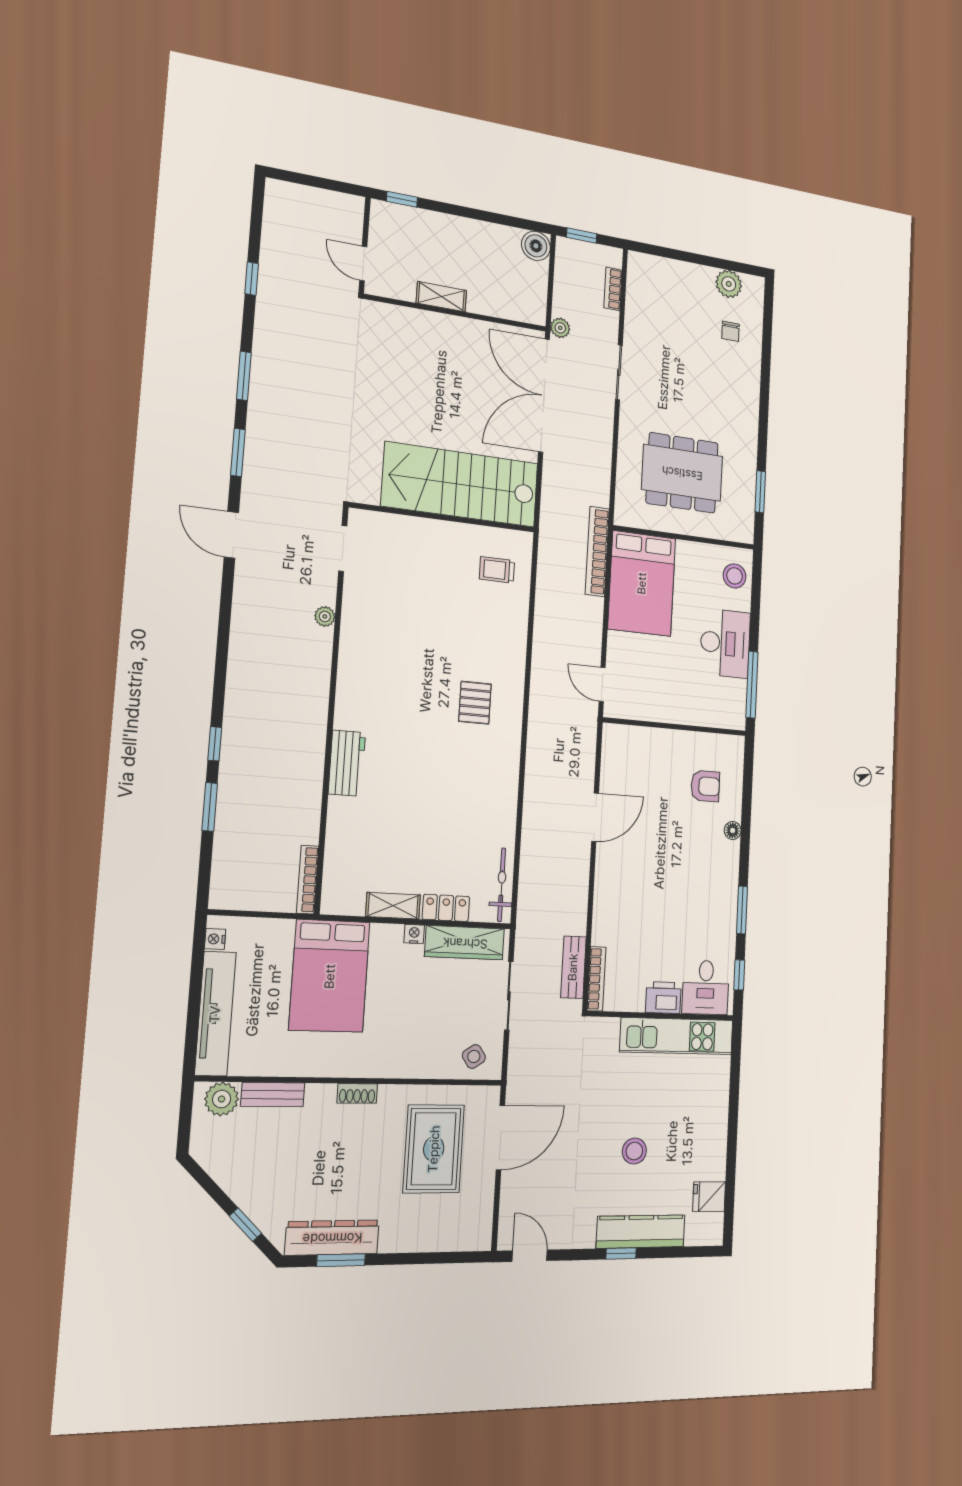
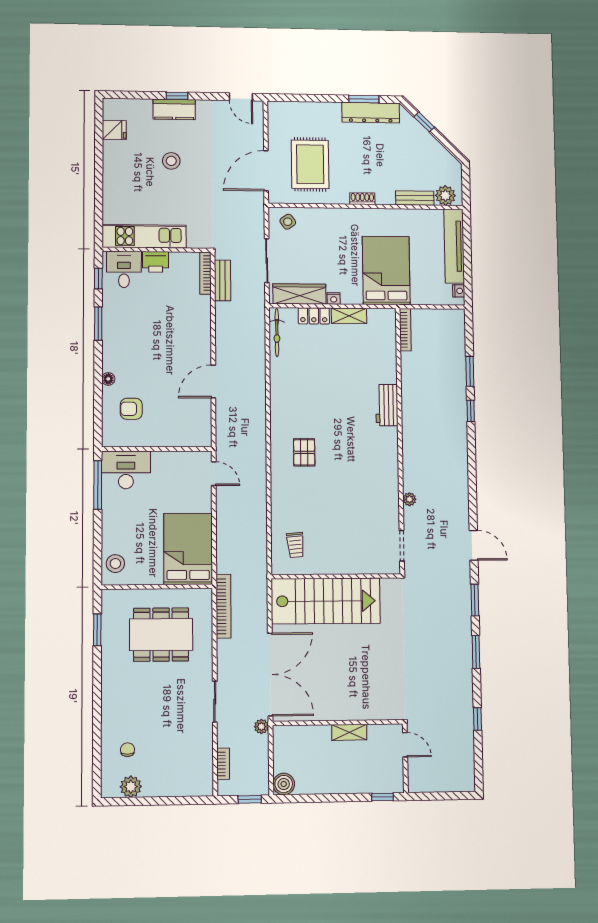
bookcase: (597, 551) -> (223, 606), moved
trolley: (497, 570) -> (296, 545), turned 85
desk: (725, 643) -> (126, 470), moved, turned 90
kitchen counter: (641, 1232) -> (174, 109), width x0.67

